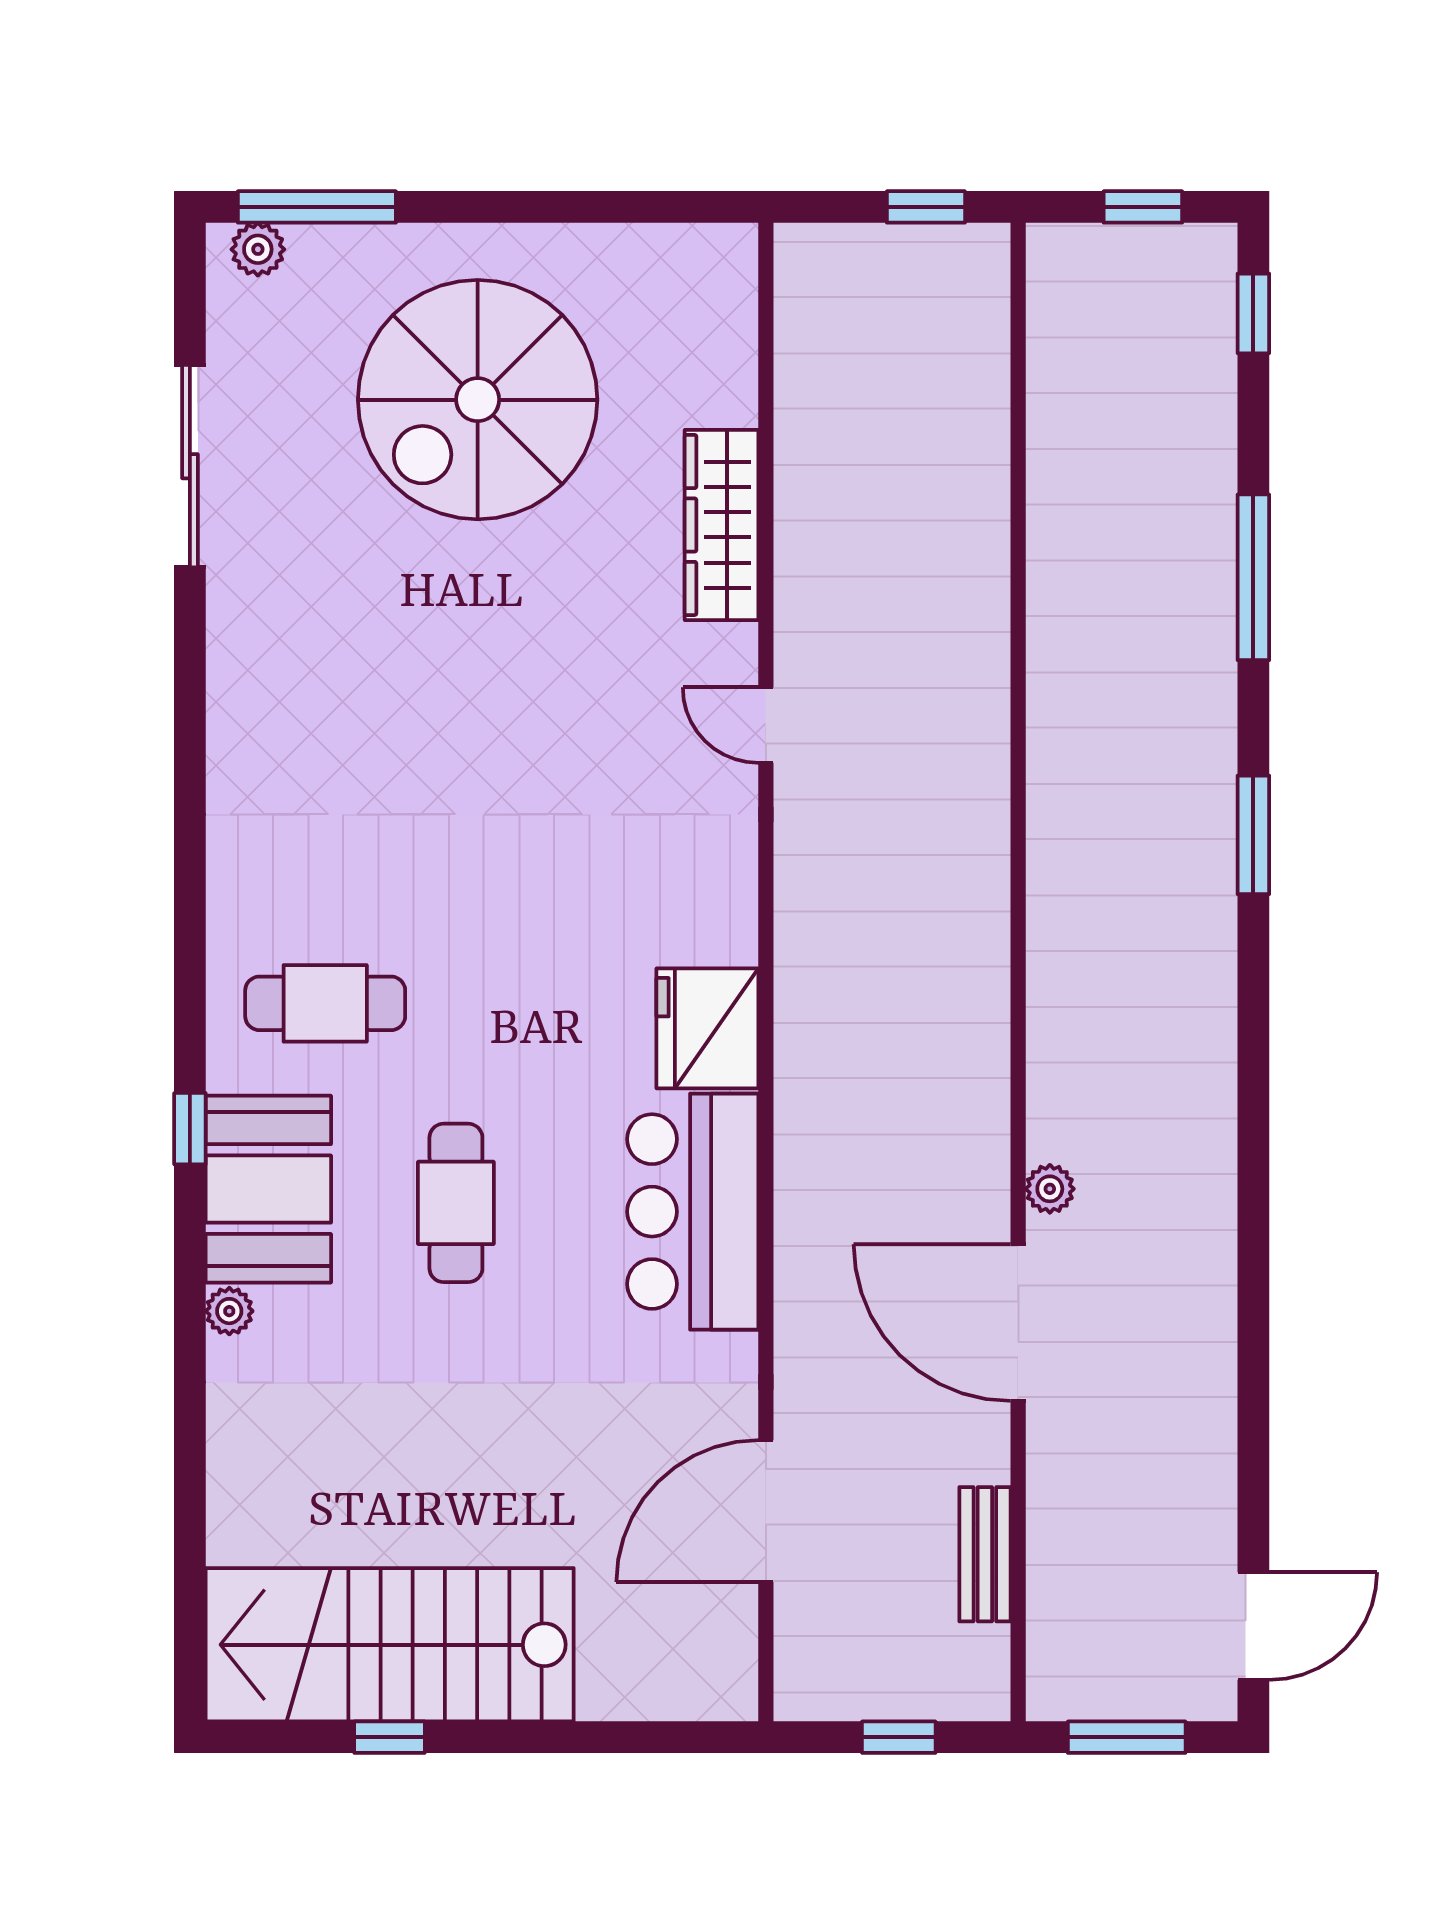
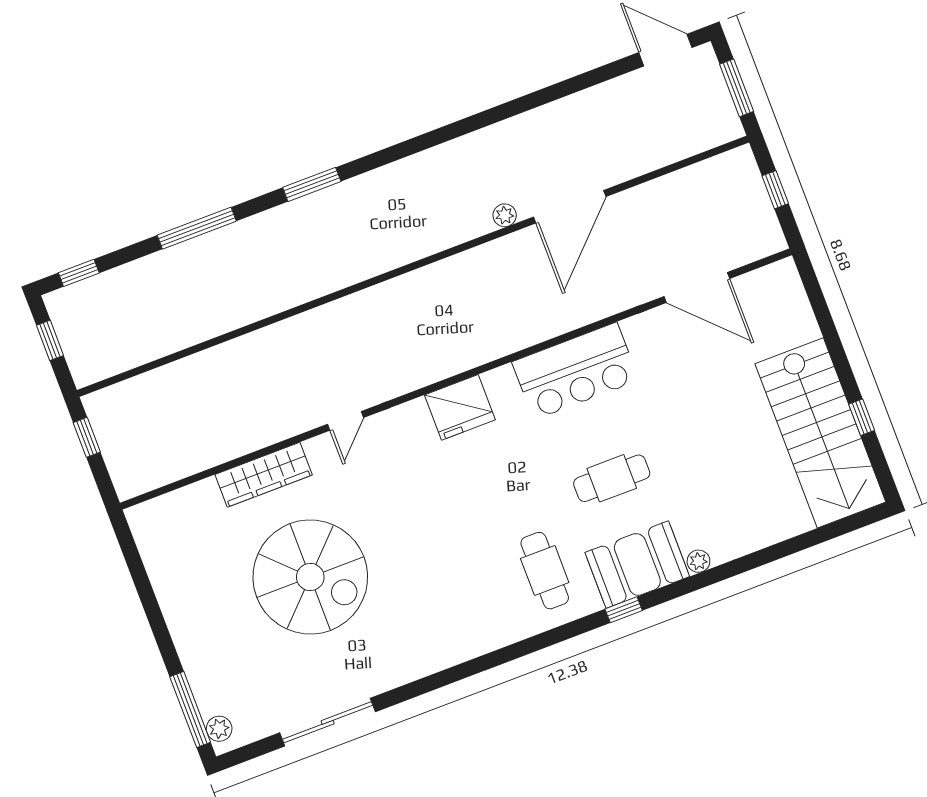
spiral stairs: (478, 400) -> (310, 577), moved
fridge: (707, 1028) -> (460, 407), moved
bench: (985, 1554) -> (679, 182), removed

